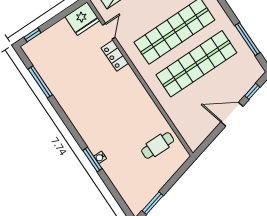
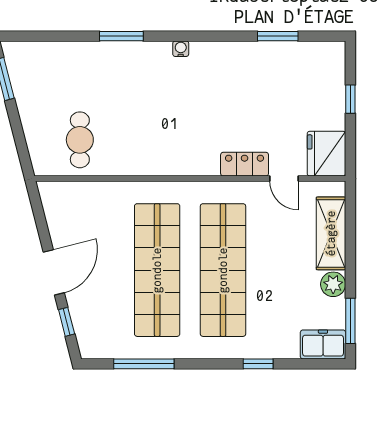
window: (32, 35) -> (350, 99), moved
window: (40, 82) -> (278, 36), width x0.69
water cooler: (100, 157) -> (181, 49), moved

